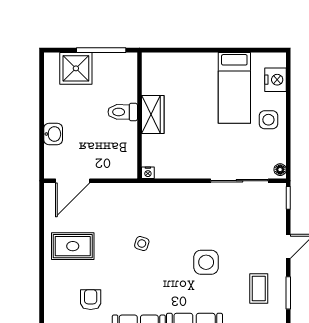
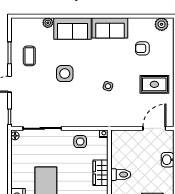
side table: (268, 120) -> (80, 142), moved
armchair: (91, 300) -> (142, 48), turned 90

